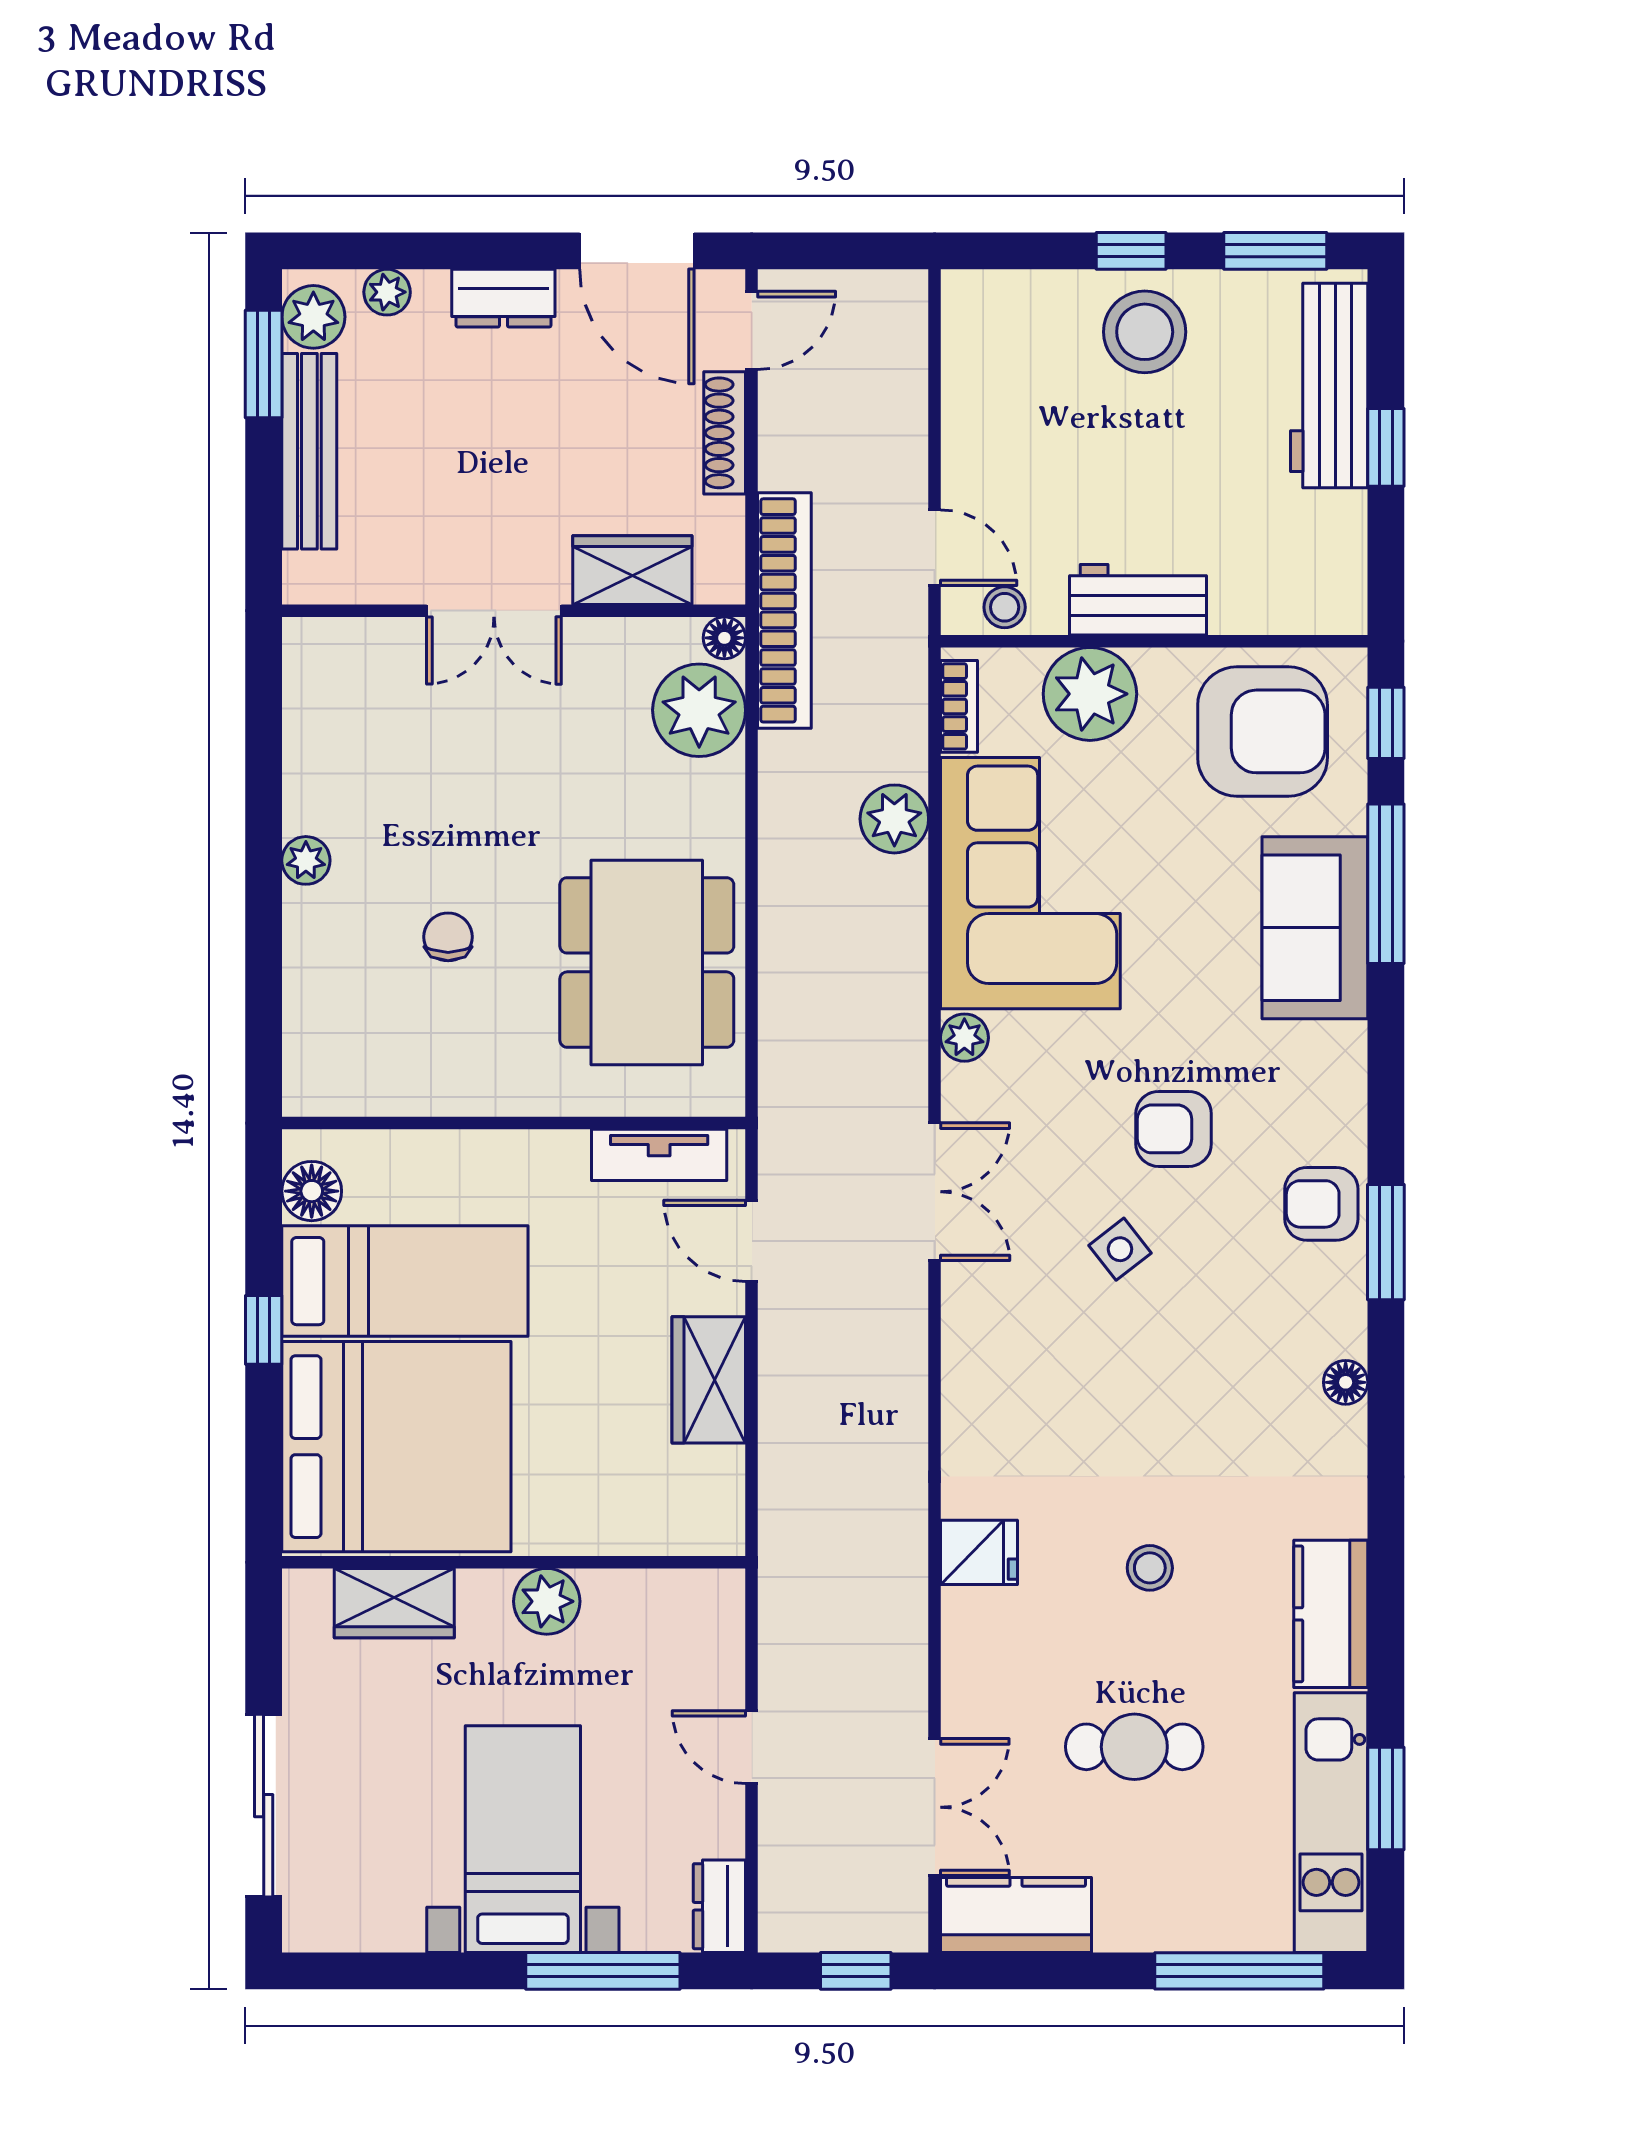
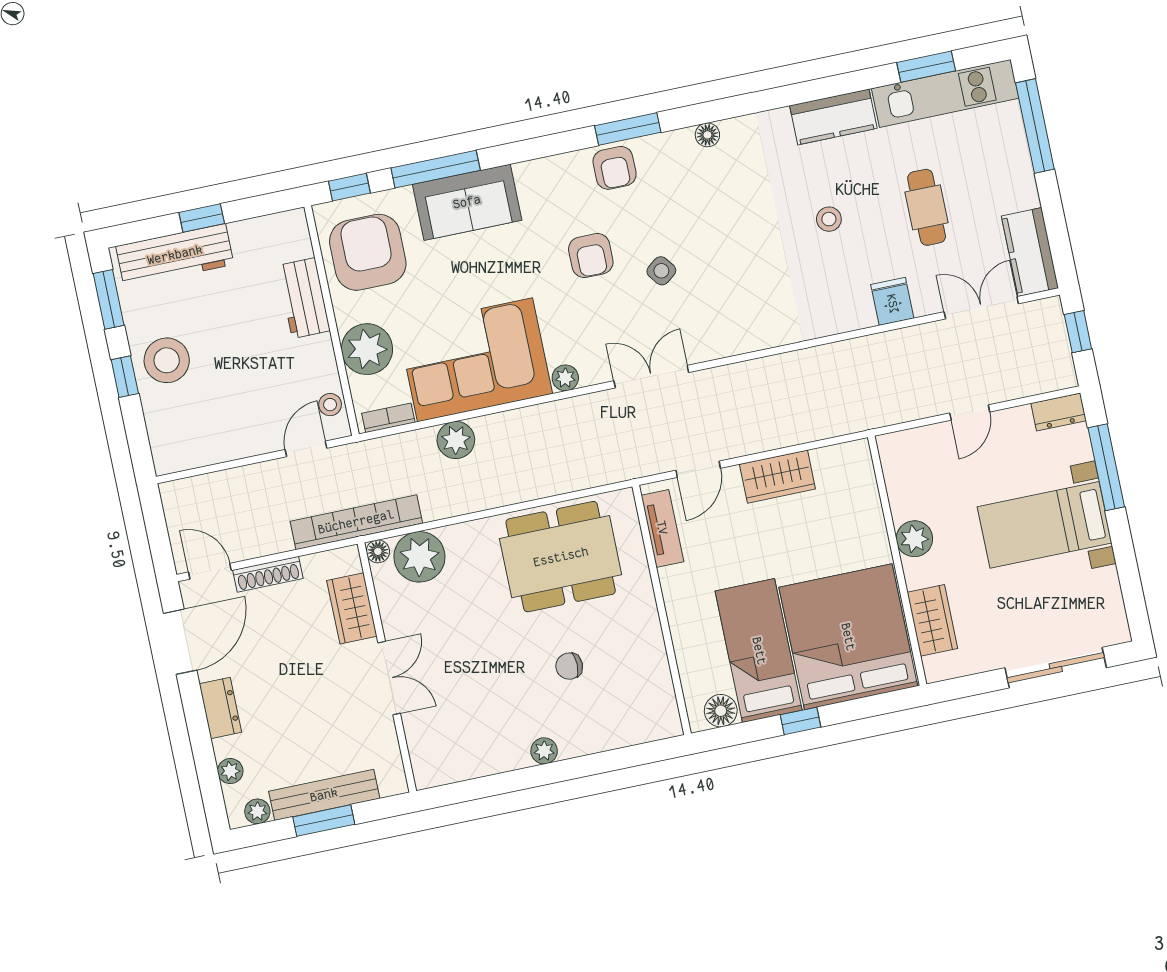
plant: (313, 317) -> (257, 811), width x0.73, depth x0.73
window: (264, 364) -> (324, 821), moved
workbench: (1138, 600) -> (304, 298), moved
fridge: (979, 1552) -> (892, 301), moved

